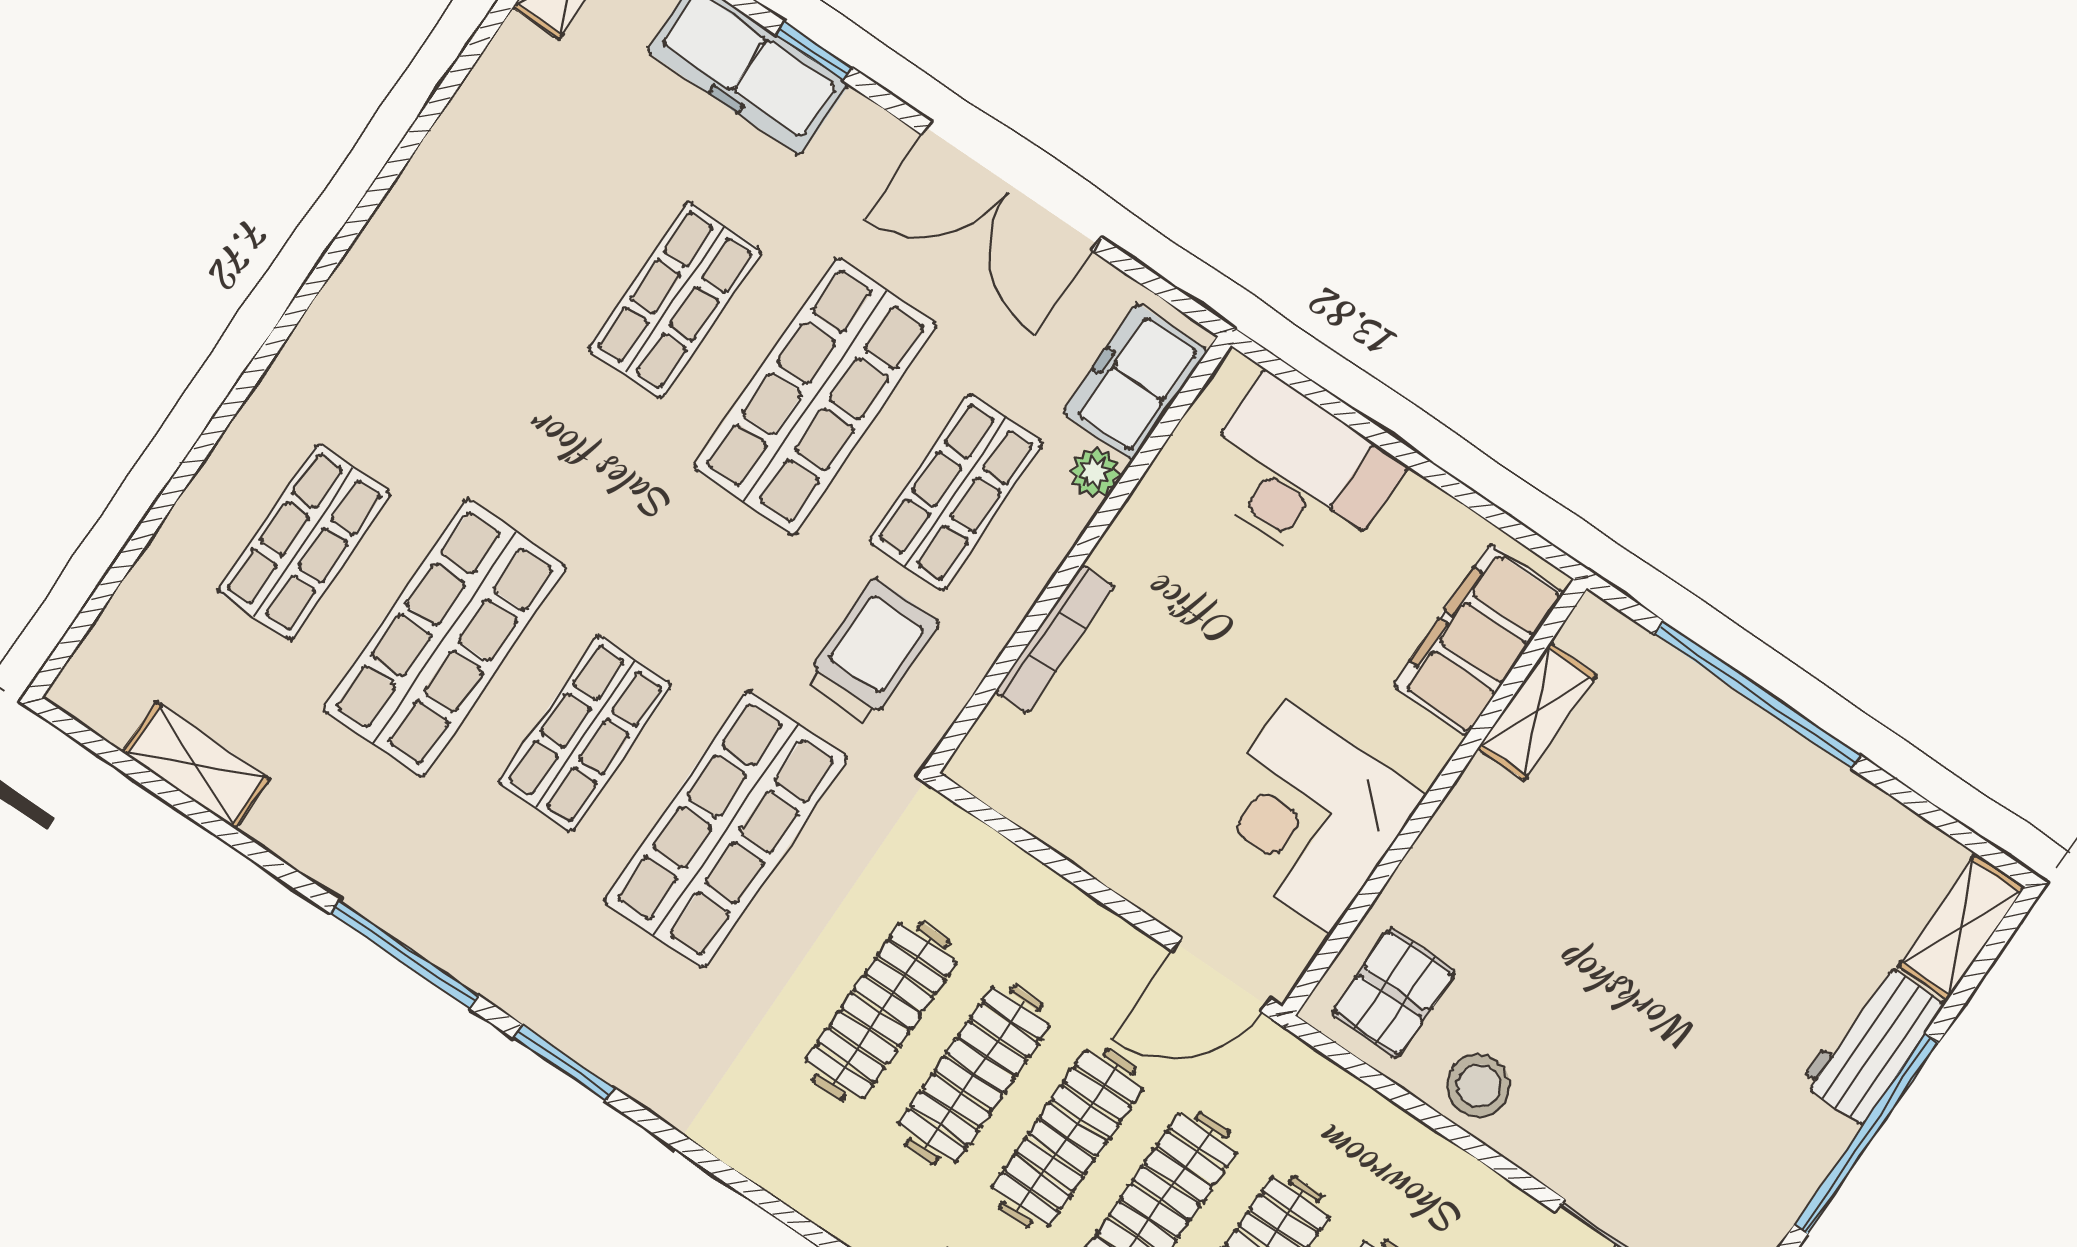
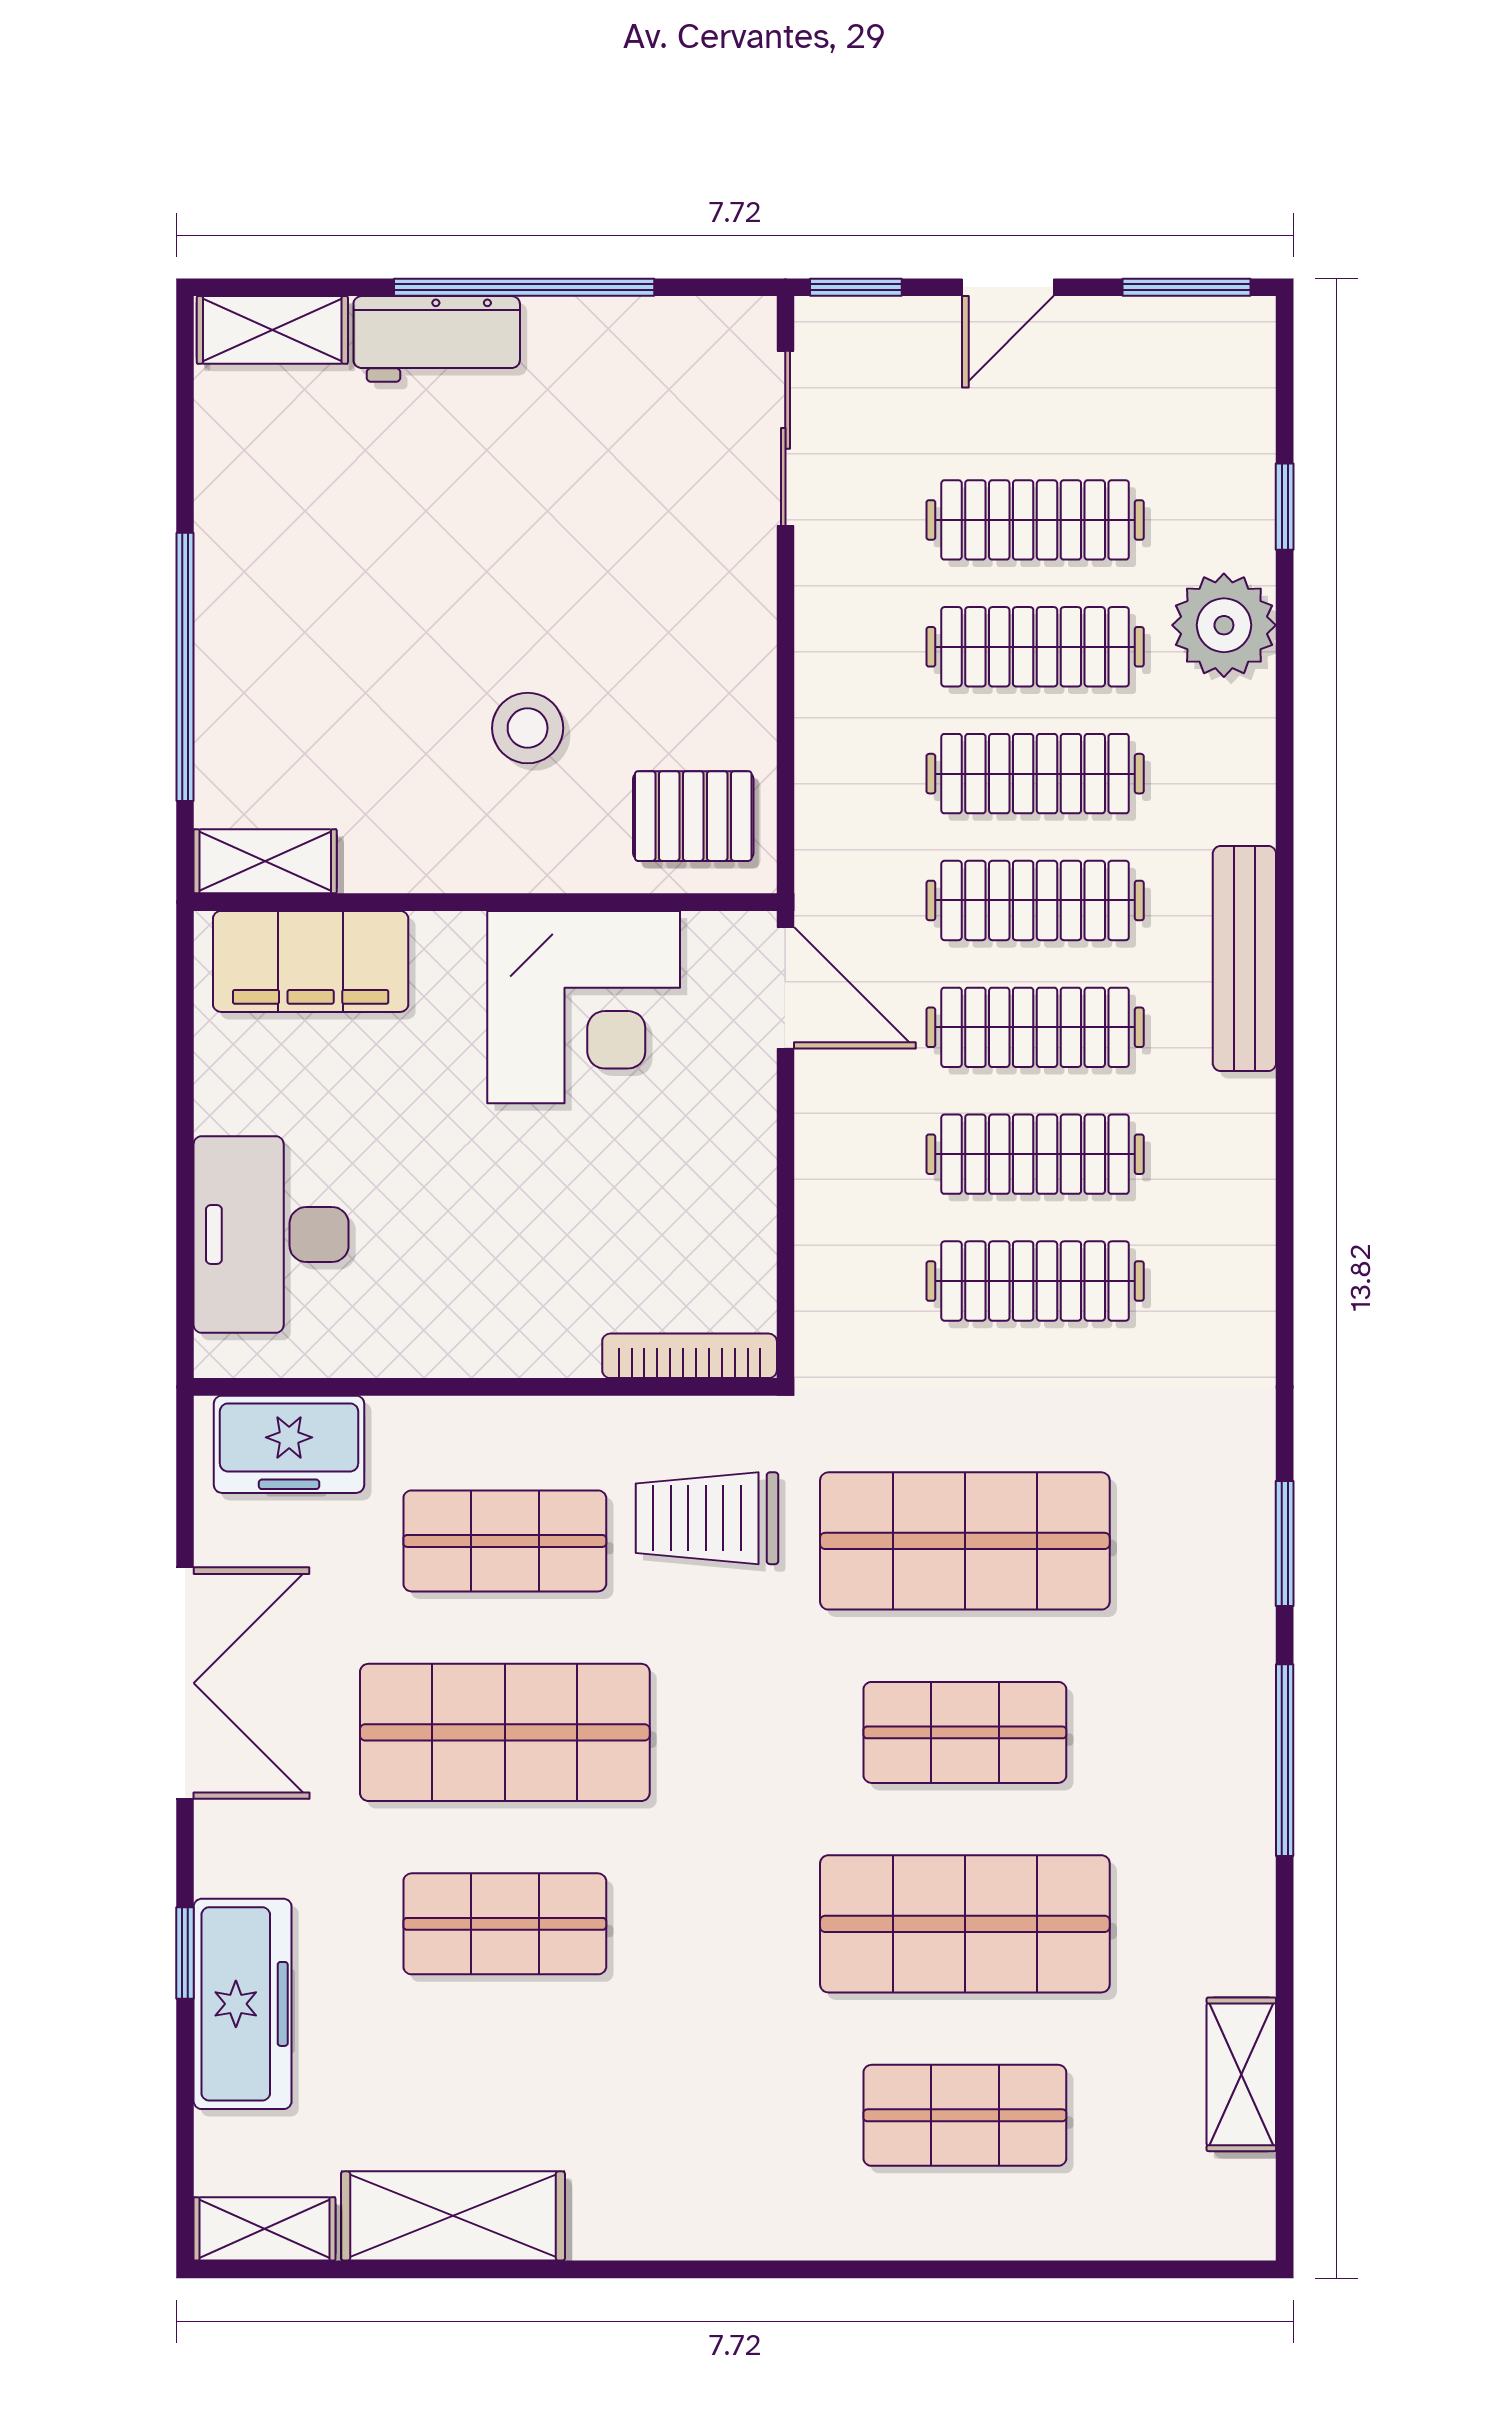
shelving: (487, 116) -> (453, 2216), added
plant: (1095, 472) -> (399, 1424), removed
bookcase: (1055, 639) -> (690, 1356), moved
shelving: (1537, 711) -> (265, 861), moved
stool: (1478, 1086) -> (528, 728), moved

